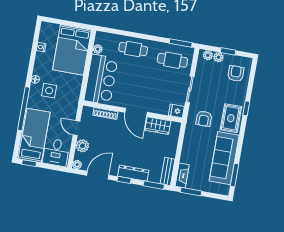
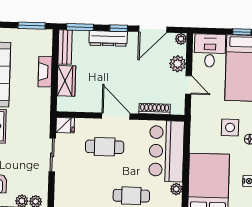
cafe table: (172, 60) -> (105, 147), moved
armchair: (204, 119) -> (29, 121), removed
wardrobe: (158, 126) -> (66, 81), moved, turned 90
fireplace: (182, 176) -> (45, 72), moved

